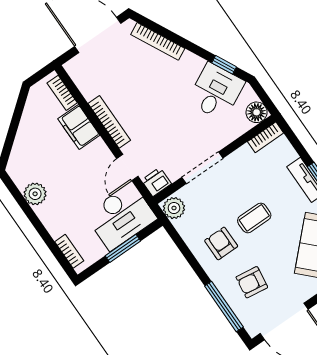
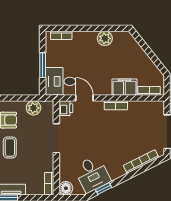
bookcase: (109, 122) -> (116, 105), width x0.64
plant: (174, 208) -> (34, 108), moved
desk: (121, 217) -> (60, 81), width x0.73

